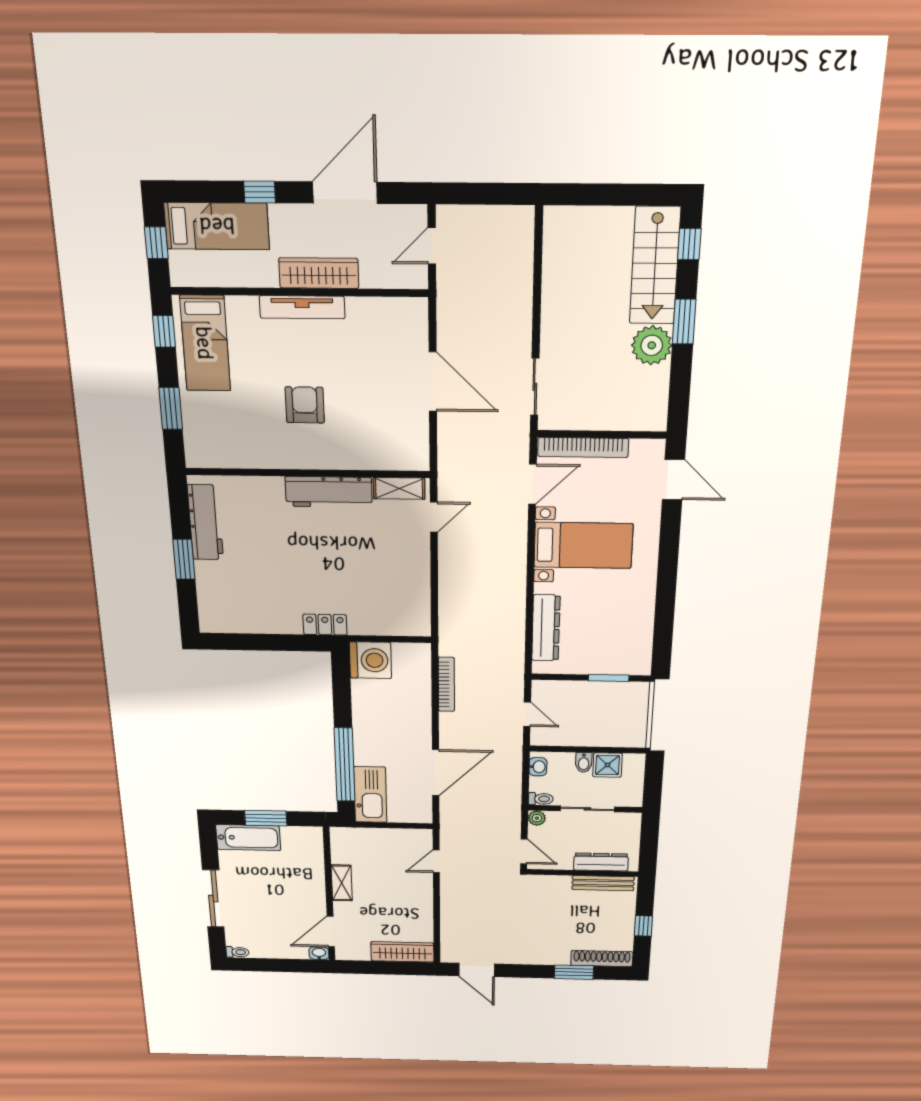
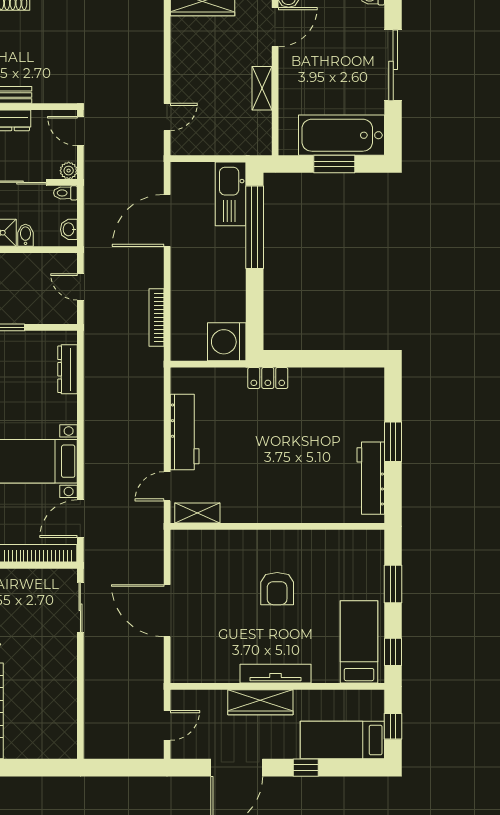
workbench: (329, 492) -> (185, 432), moved, turned 90
dresser: (546, 628) -> (68, 369), width x0.73, depth x0.80
bathtub: (248, 838) -> (342, 135), width x1.36, depth x1.36

